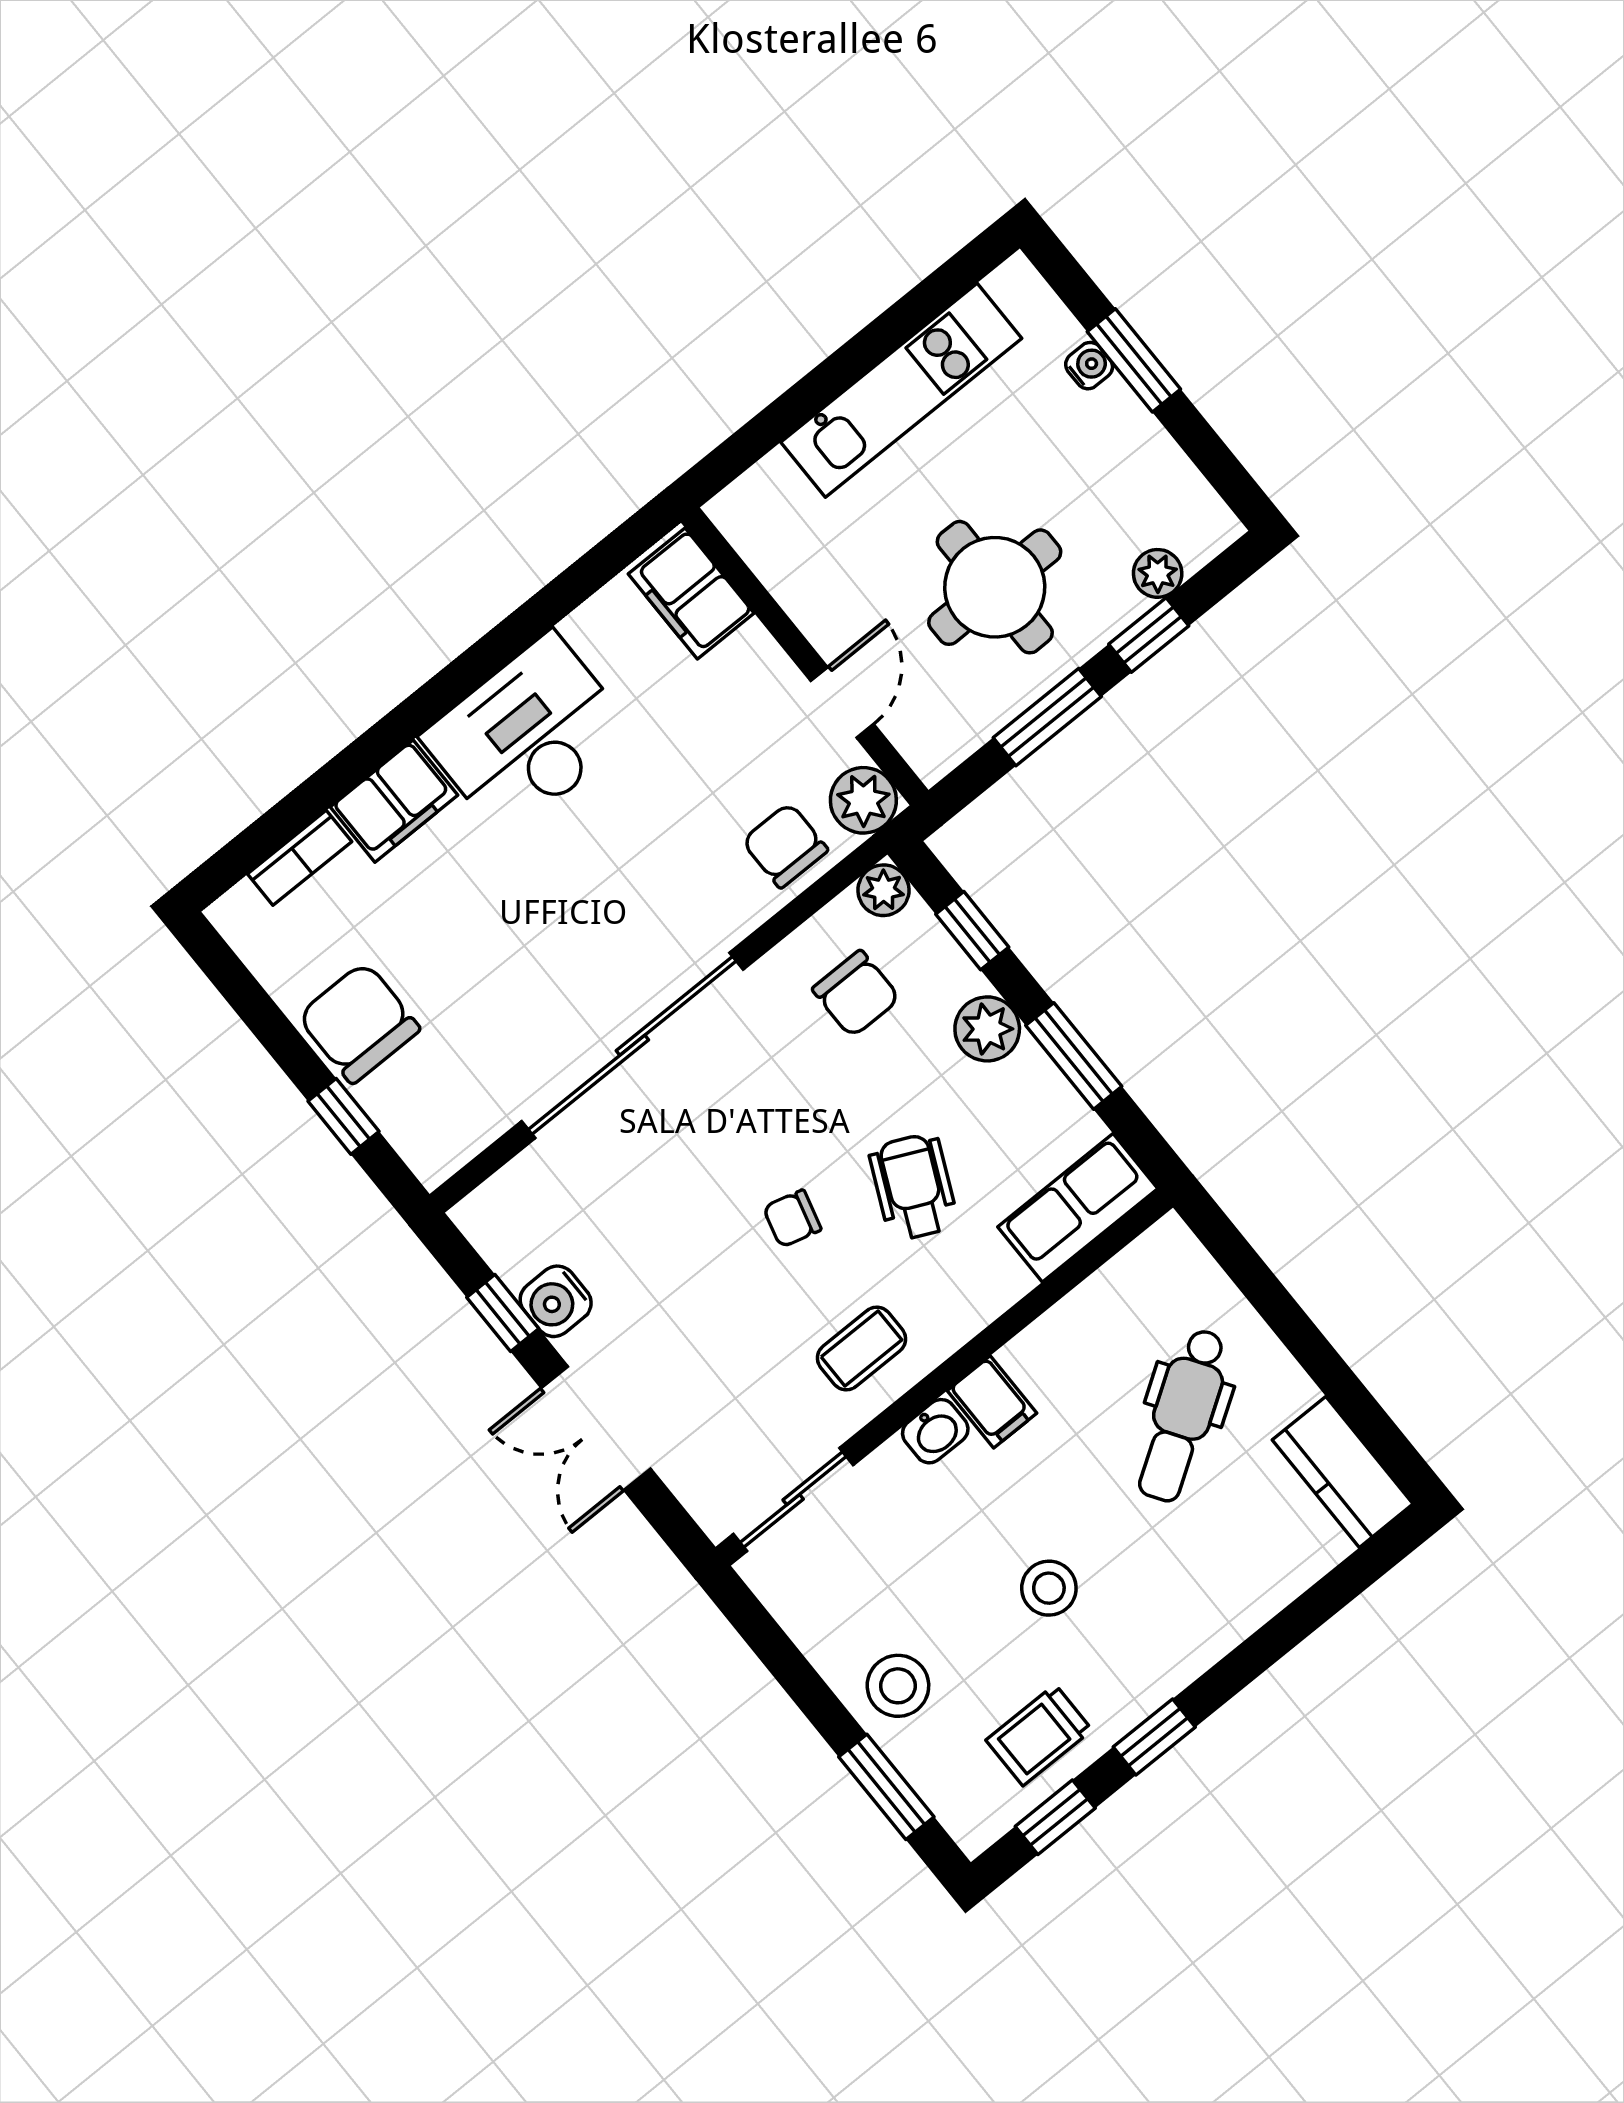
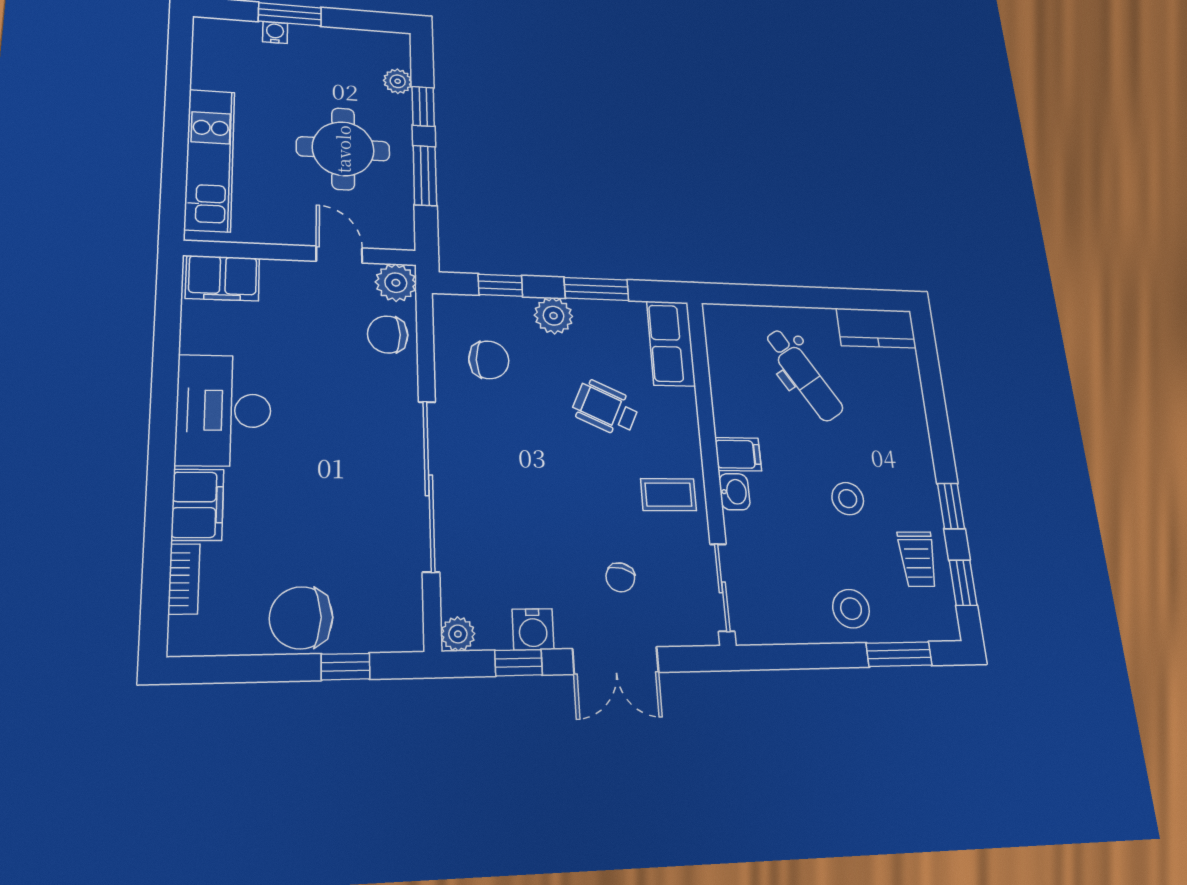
kitchen unit: (901, 390) -> (210, 160), moved
plant: (883, 890) -> (458, 634), moved
chair: (792, 1219) -> (620, 577), moved
coffee table: (862, 1348) -> (668, 495), turned 90

